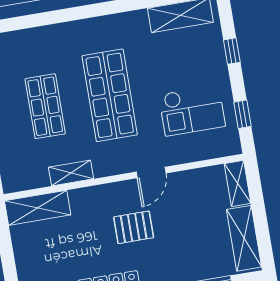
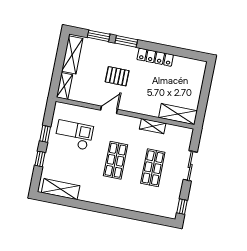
shop shelf: (110, 95) -> (116, 160), width x0.70, depth x0.74
window: (242, 114) -> (45, 134), moved
pallet: (134, 227) -> (117, 76), moved

